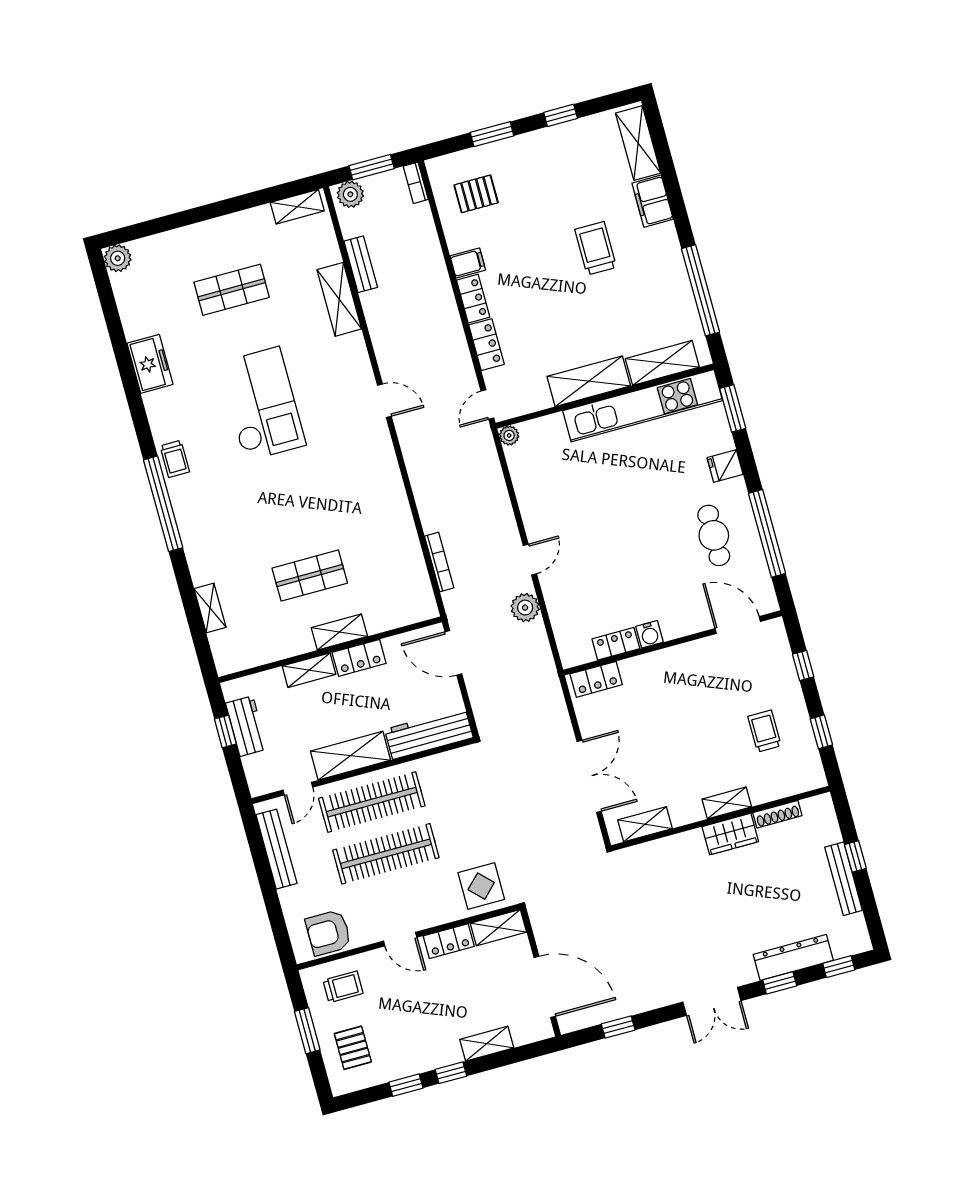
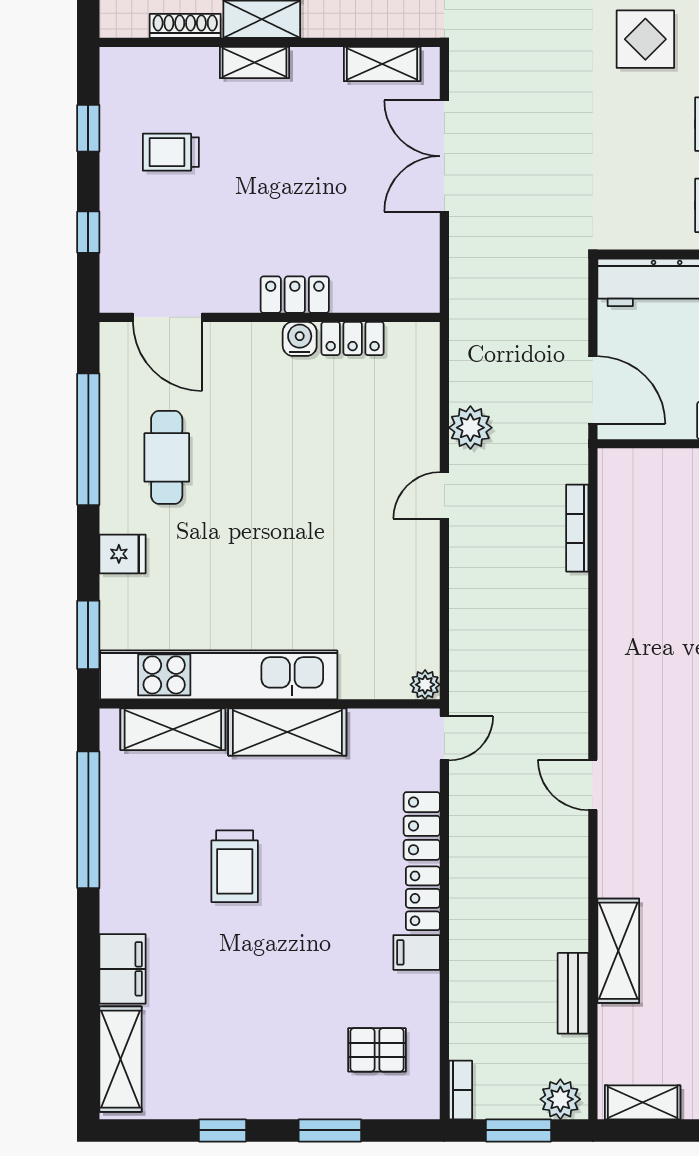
trolley: (596, 248) -> (235, 866), moved
locker: (596, 679) -> (295, 295), moved
trolley: (764, 731) -> (171, 152), turned 90

